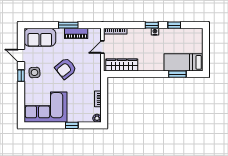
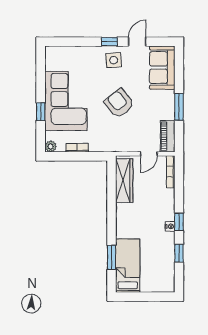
piano: (76, 33) -> (168, 136), moved
door: (102, 47) -> (149, 154), swing flipped
corner sofa: (45, 107) -> (66, 101), moved

